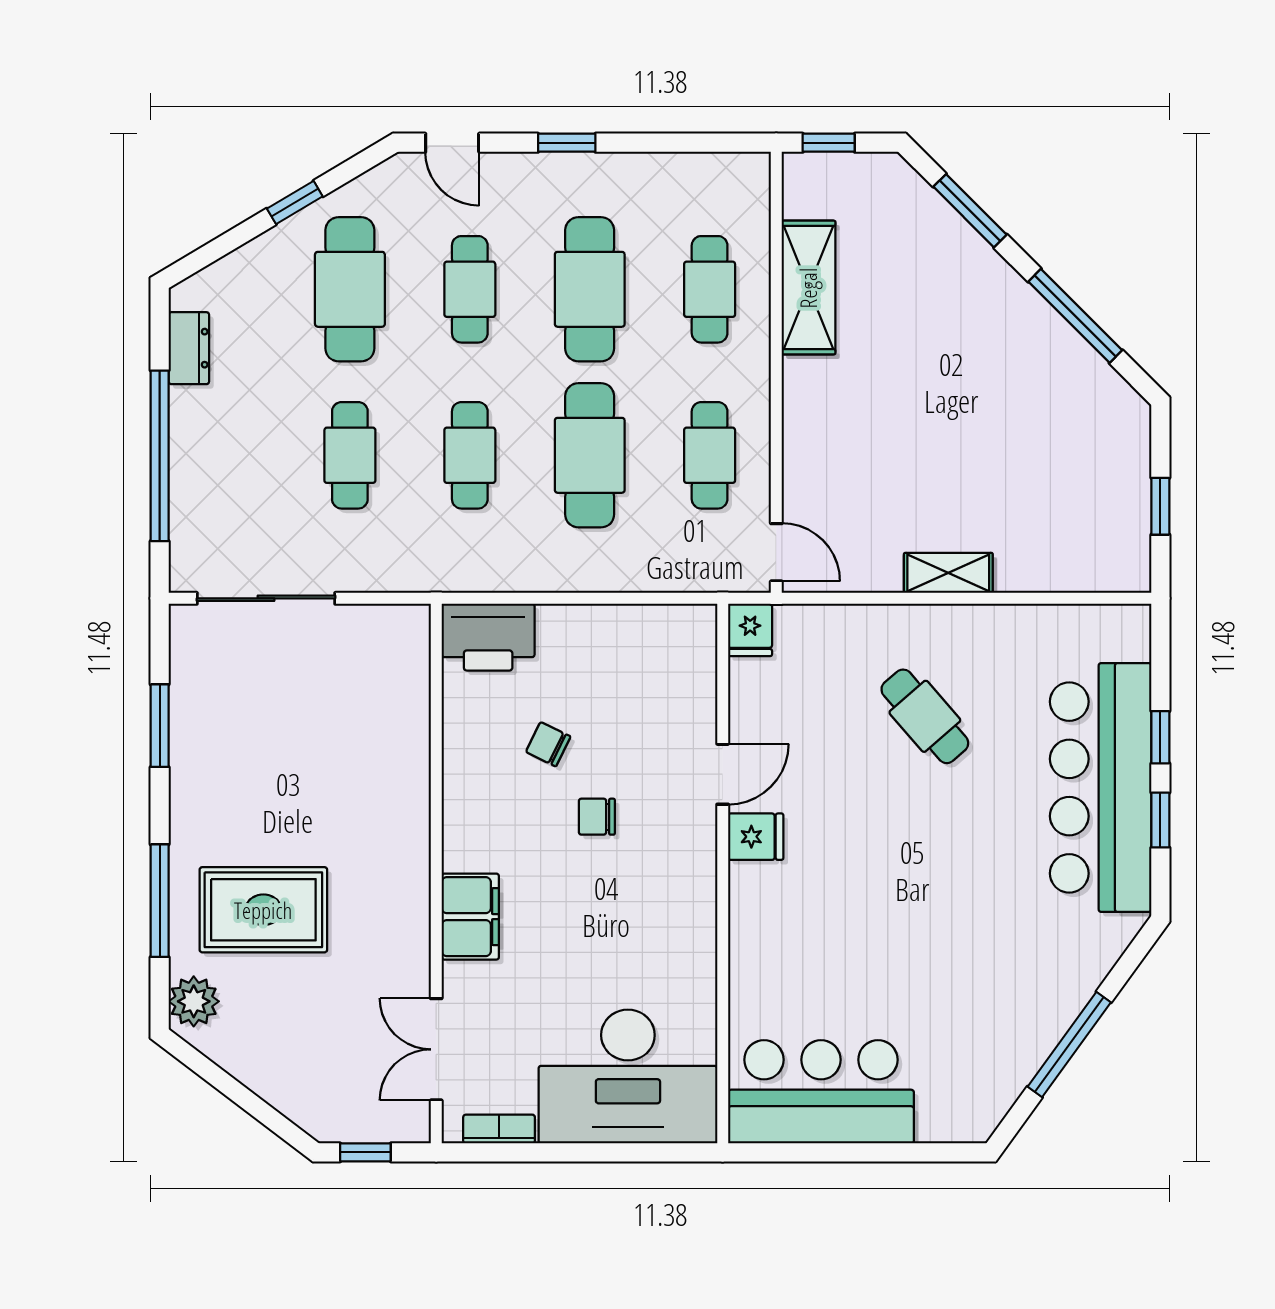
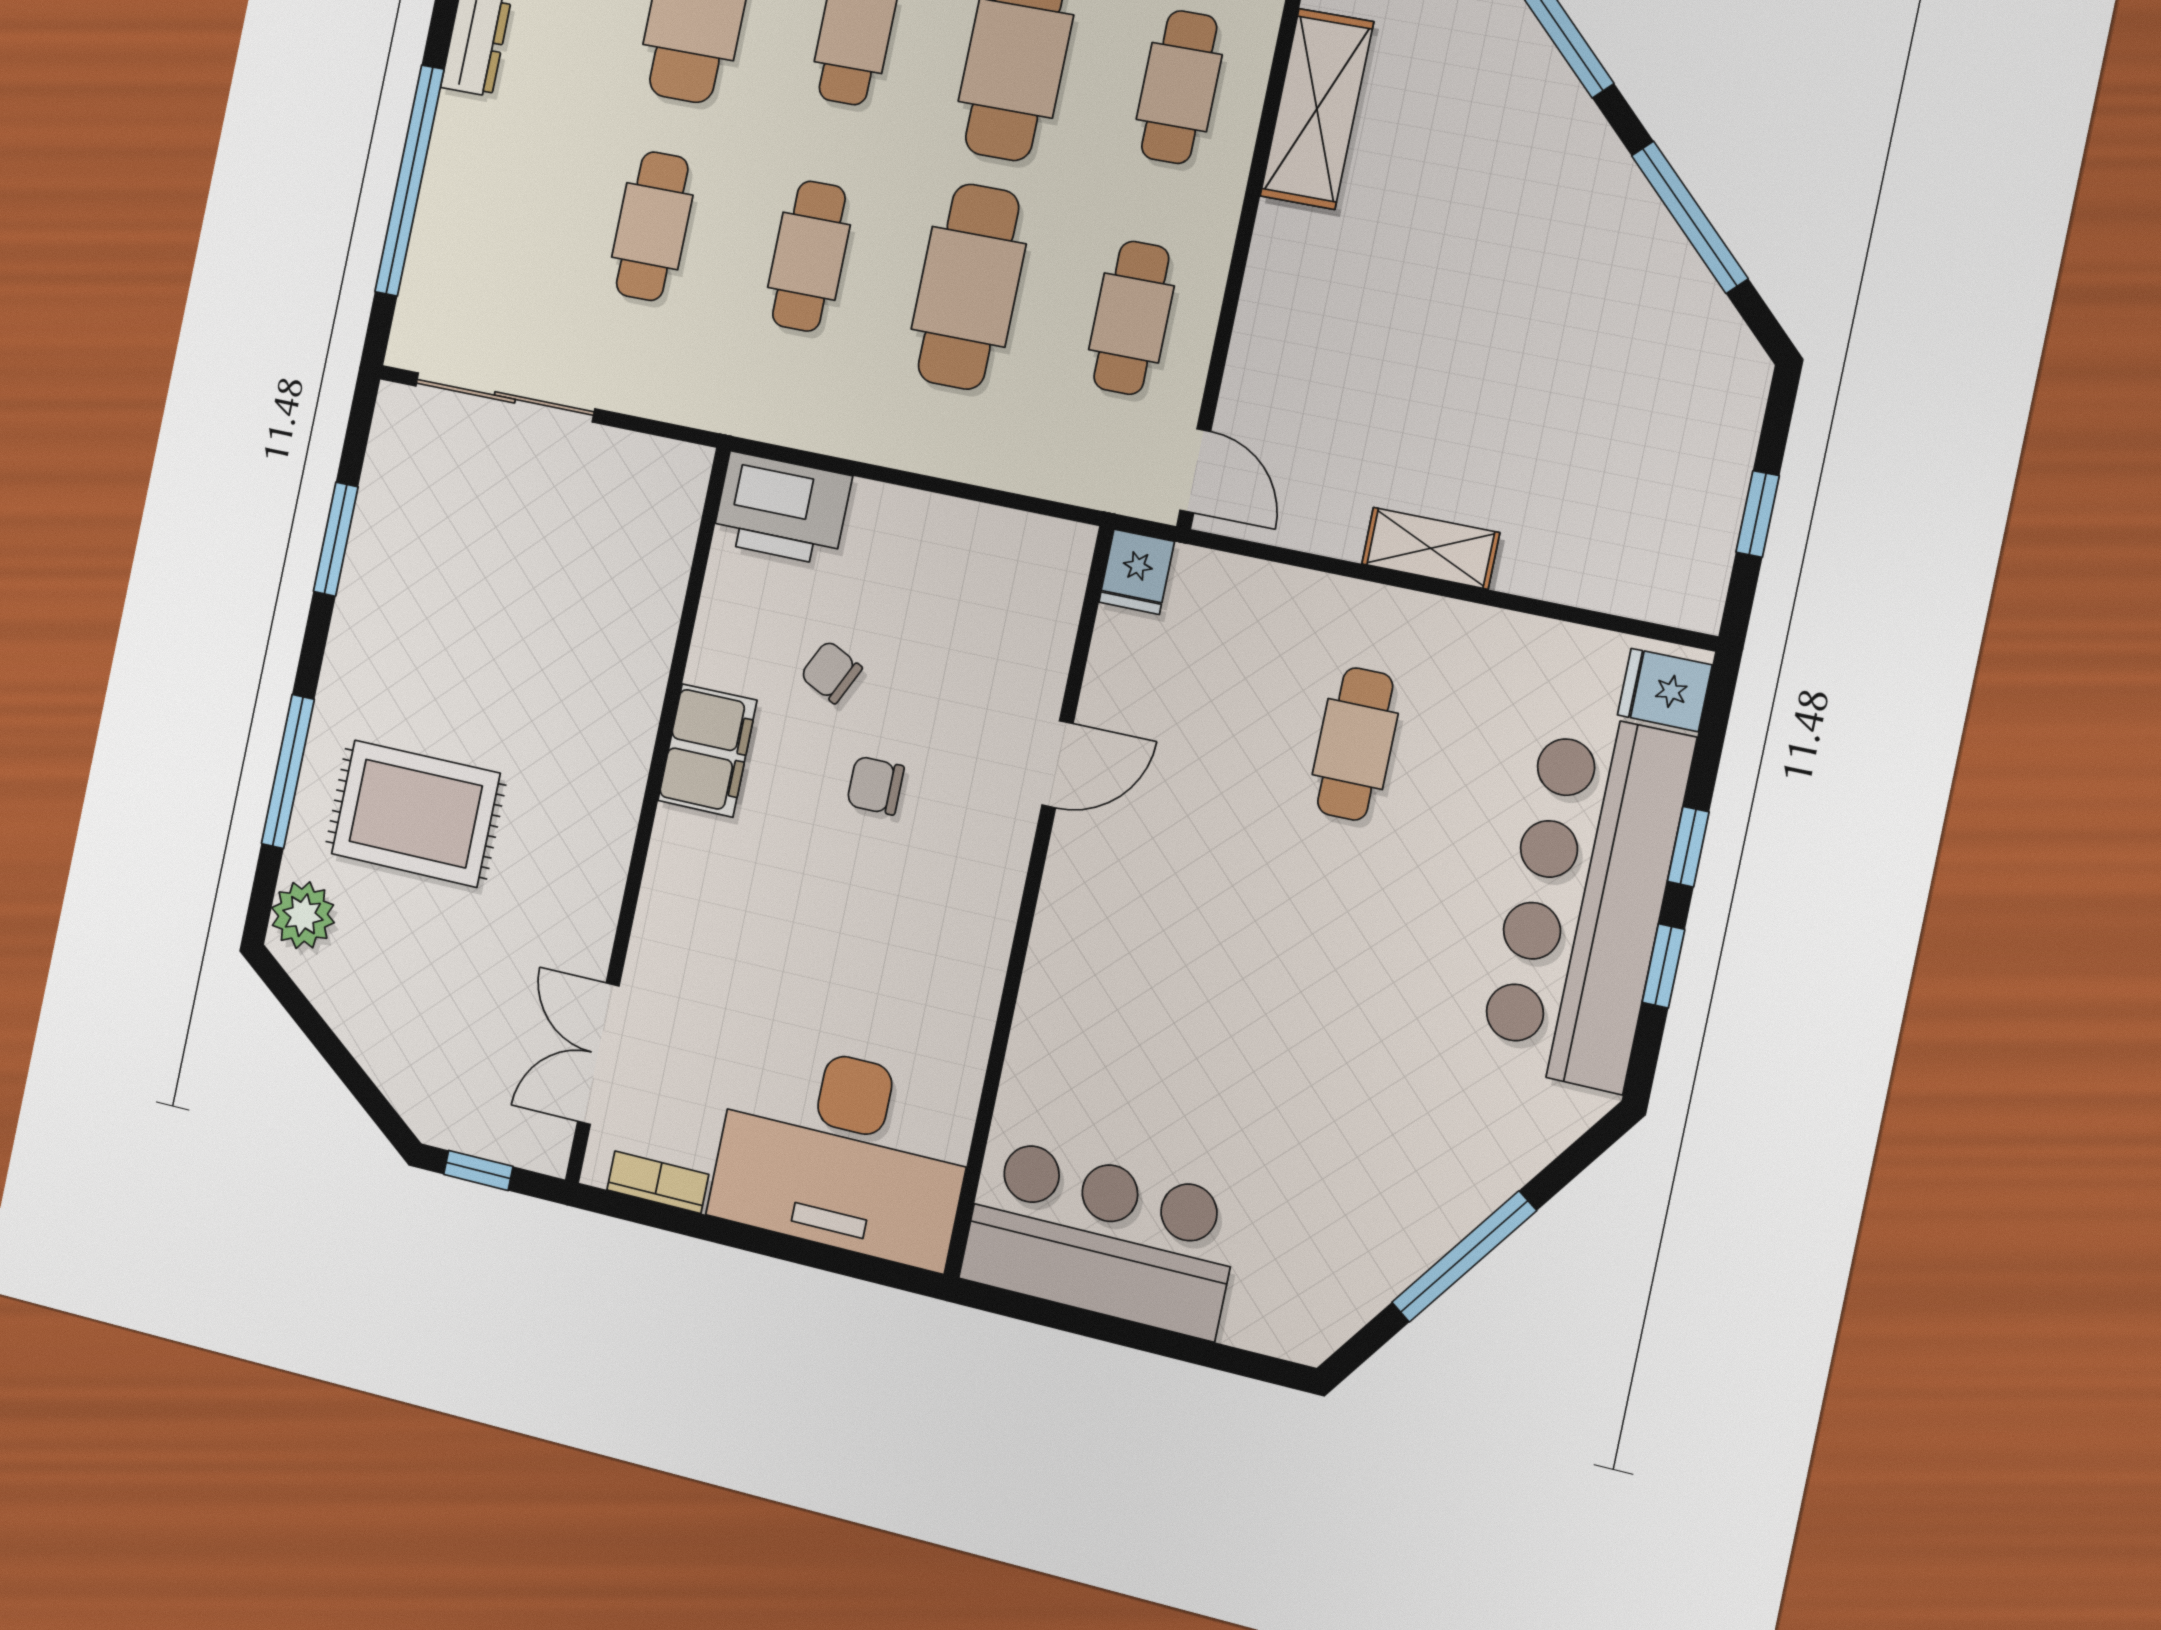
cafe table: (925, 716) -> (1355, 744), turned 41
fridge: (756, 837) -> (1665, 690), moved, turned 180
filing cabinet: (470, 917) -> (707, 750), moved

